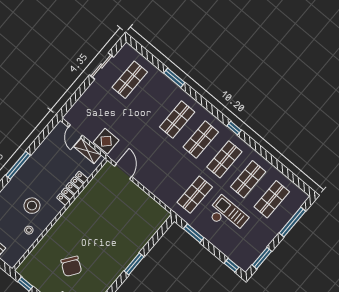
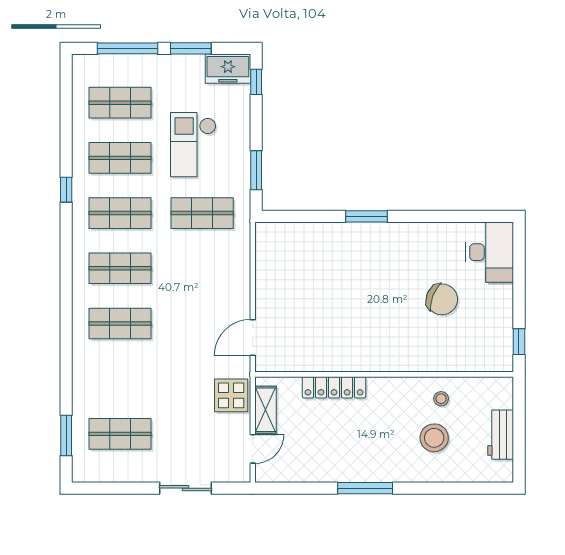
sliding door: (101, 66) -> (185, 488), moved
window: (174, 78) -> (66, 435), moved
window: (234, 128) -> (66, 190), moved
stool: (32, 206) -> (434, 438), moved
freezer: (247, 258) -> (228, 69), added
window: (262, 258) -> (191, 48), moved
chair: (71, 266) -> (442, 299), turned 75

